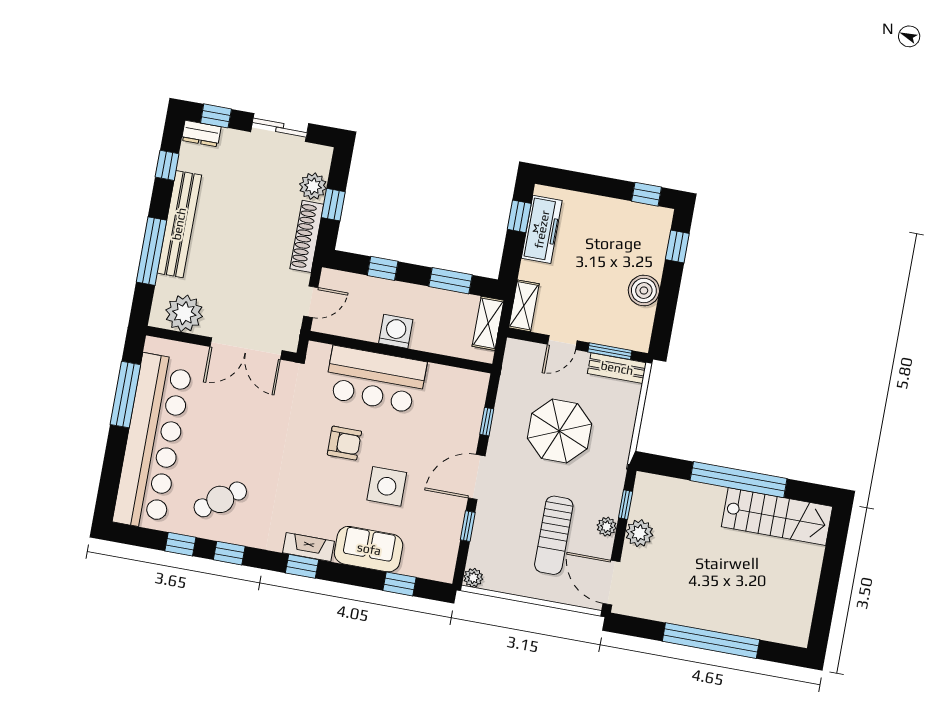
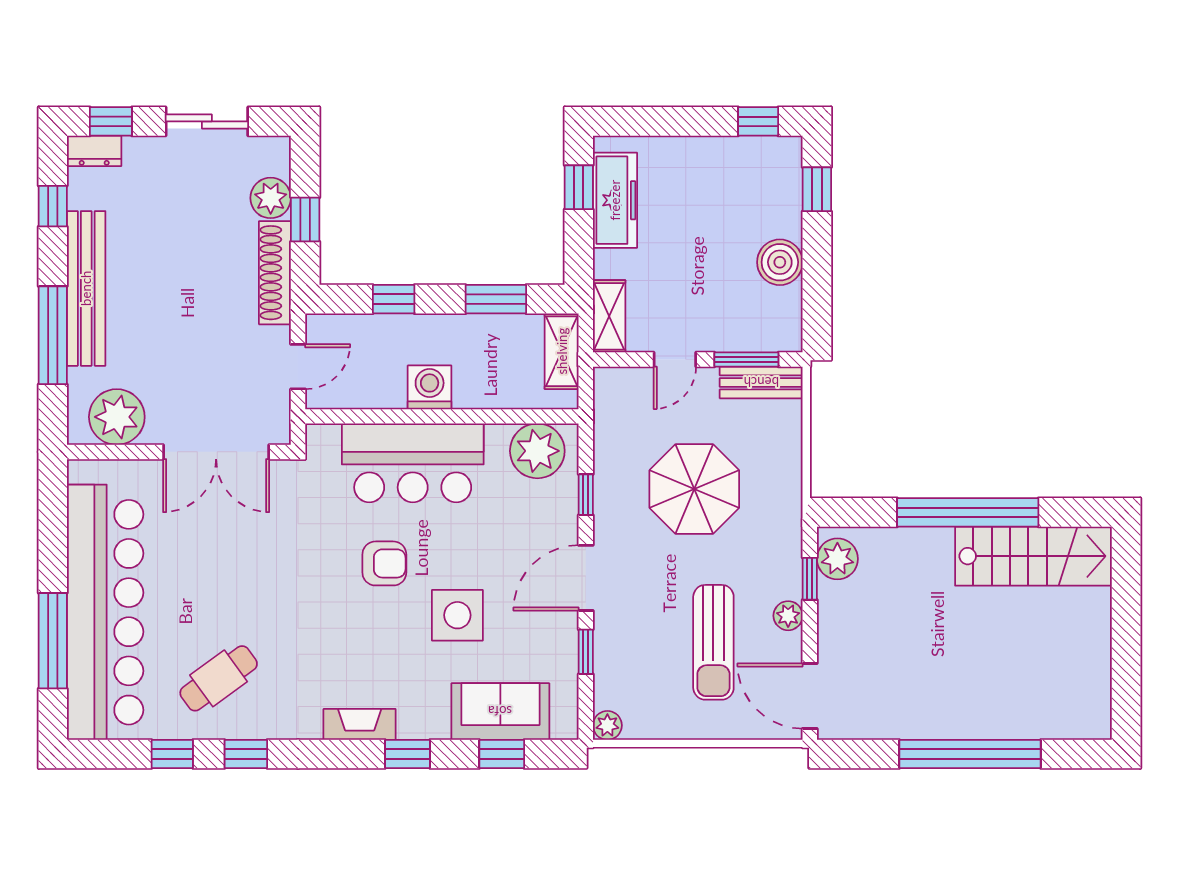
plant: (460, 387) -> (537, 451), added
window: (125, 395) -> (53, 641), moved
plant: (639, 533) -> (837, 559), moved
sofa: (369, 549) -> (500, 711), moved
window: (302, 566) -> (407, 754), moved

